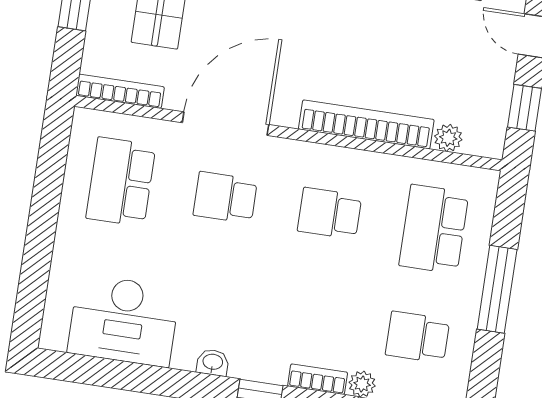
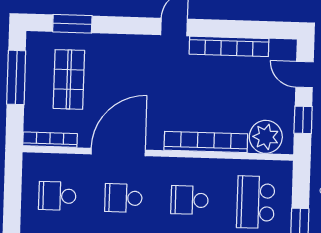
plant: (448, 138) -> (266, 137), width x1.87, depth x1.87
school desk: (121, 182) -> (57, 196), width x0.54

